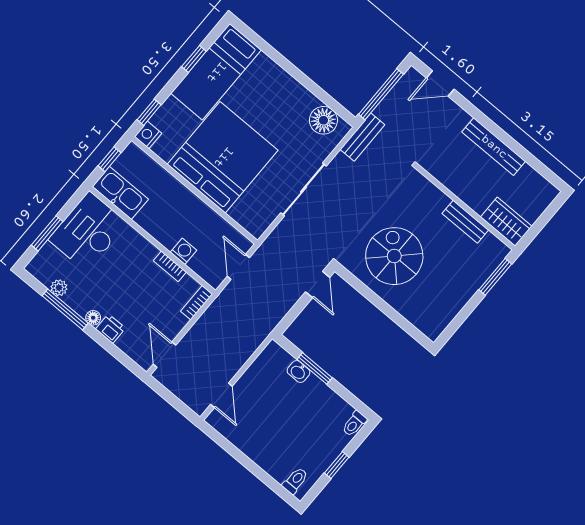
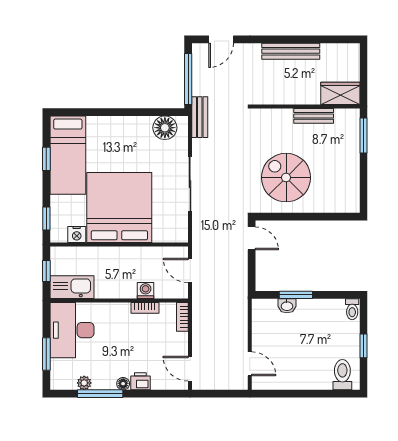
nightstand: (148, 135) -> (77, 235), moved, turned -90
toilet: (295, 481) -> (342, 375), width x1.37, depth x1.39

